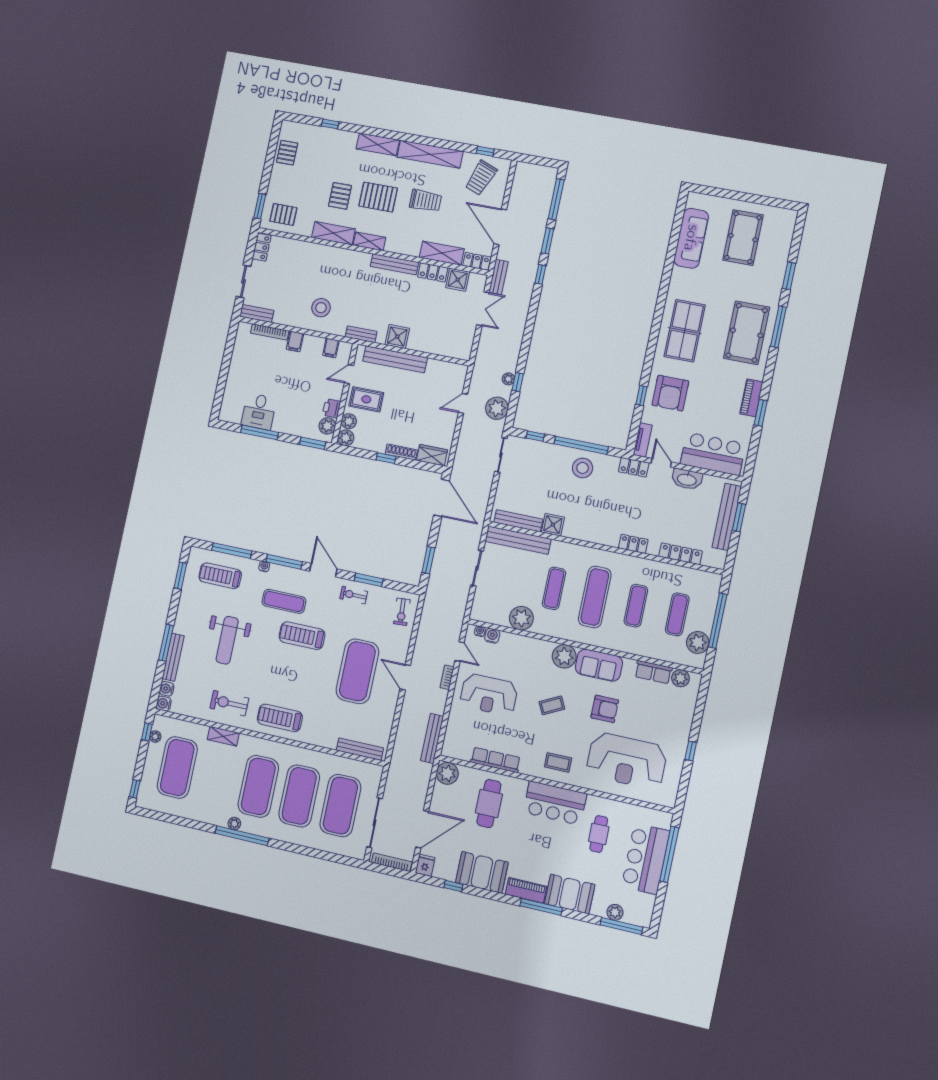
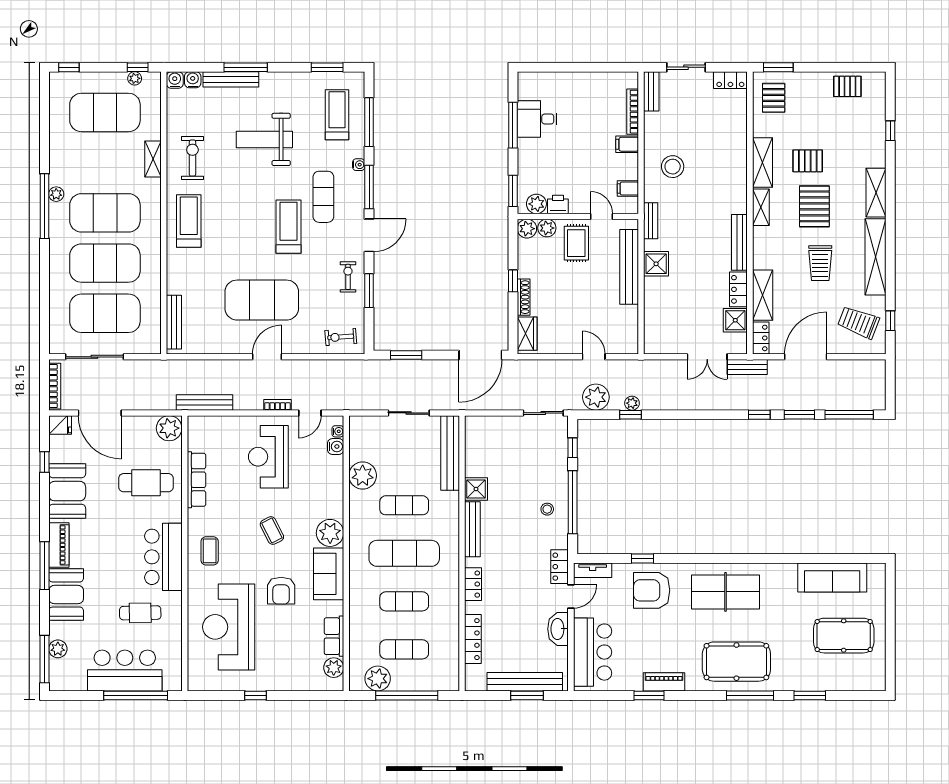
stool: (583, 468) -> (547, 509), width x0.53, depth x0.53
bench: (518, 521) -> (472, 529), moved

